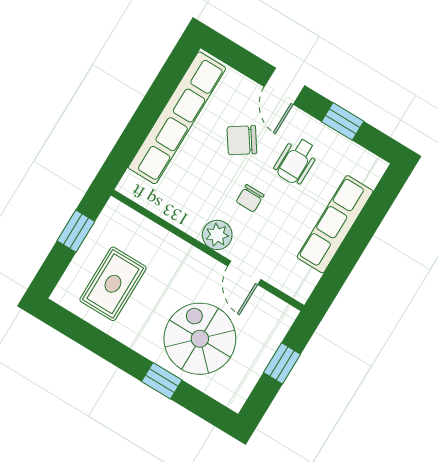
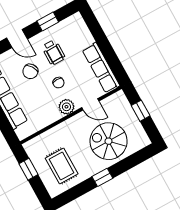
row of seats: (335, 224) -> (101, 68), moved
window: (162, 381) -> (102, 177), moved

